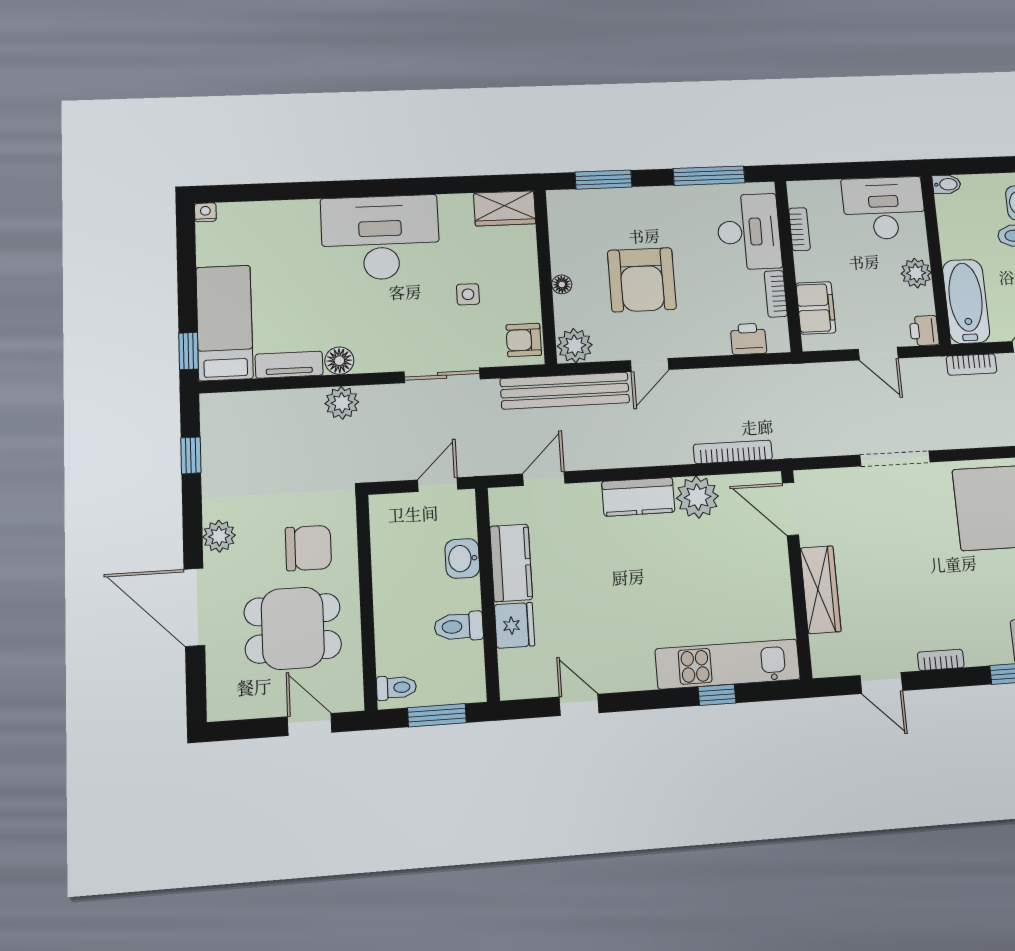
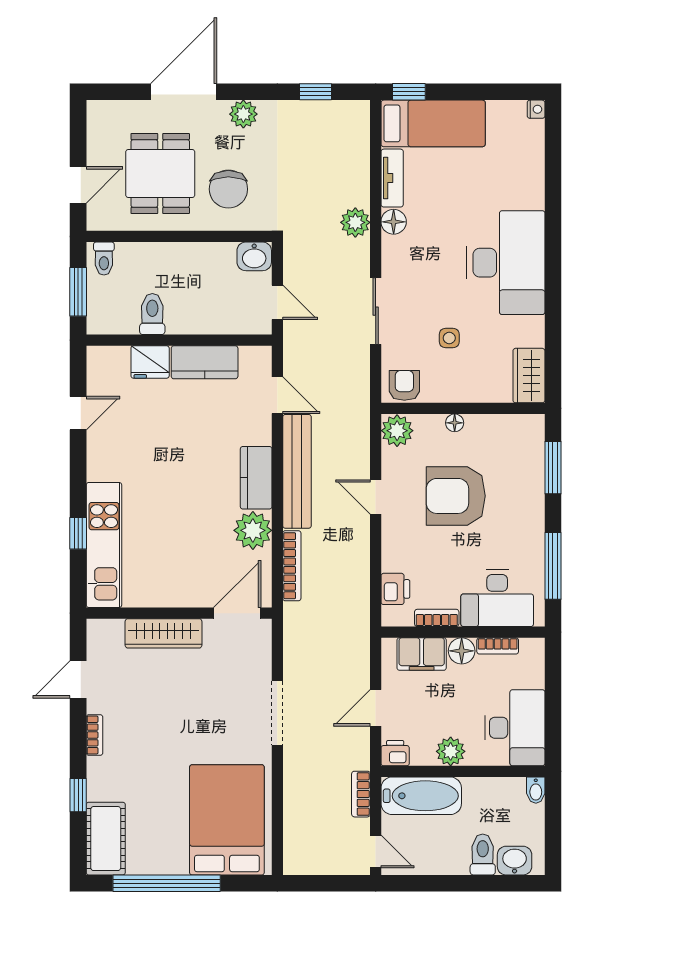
floor lamp: (808, 266) -> (462, 651), added
bench: (565, 391) -> (297, 471), moved
washbasin: (462, 558) -> (254, 256), moved, turned 180

